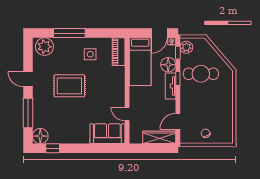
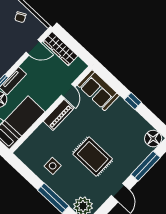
piano: (119, 52) -> (58, 115), moved
window: (53, 148) -> (133, 101), moved

